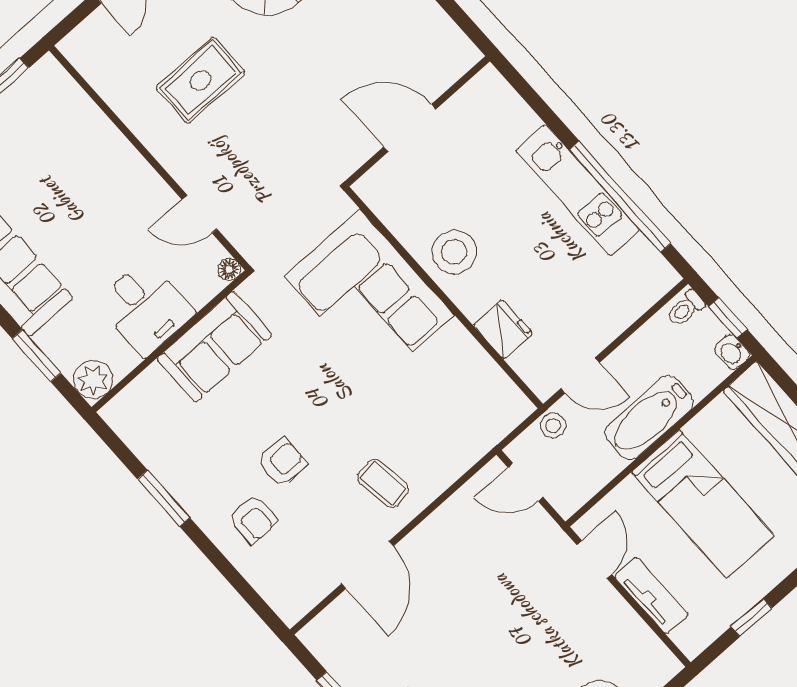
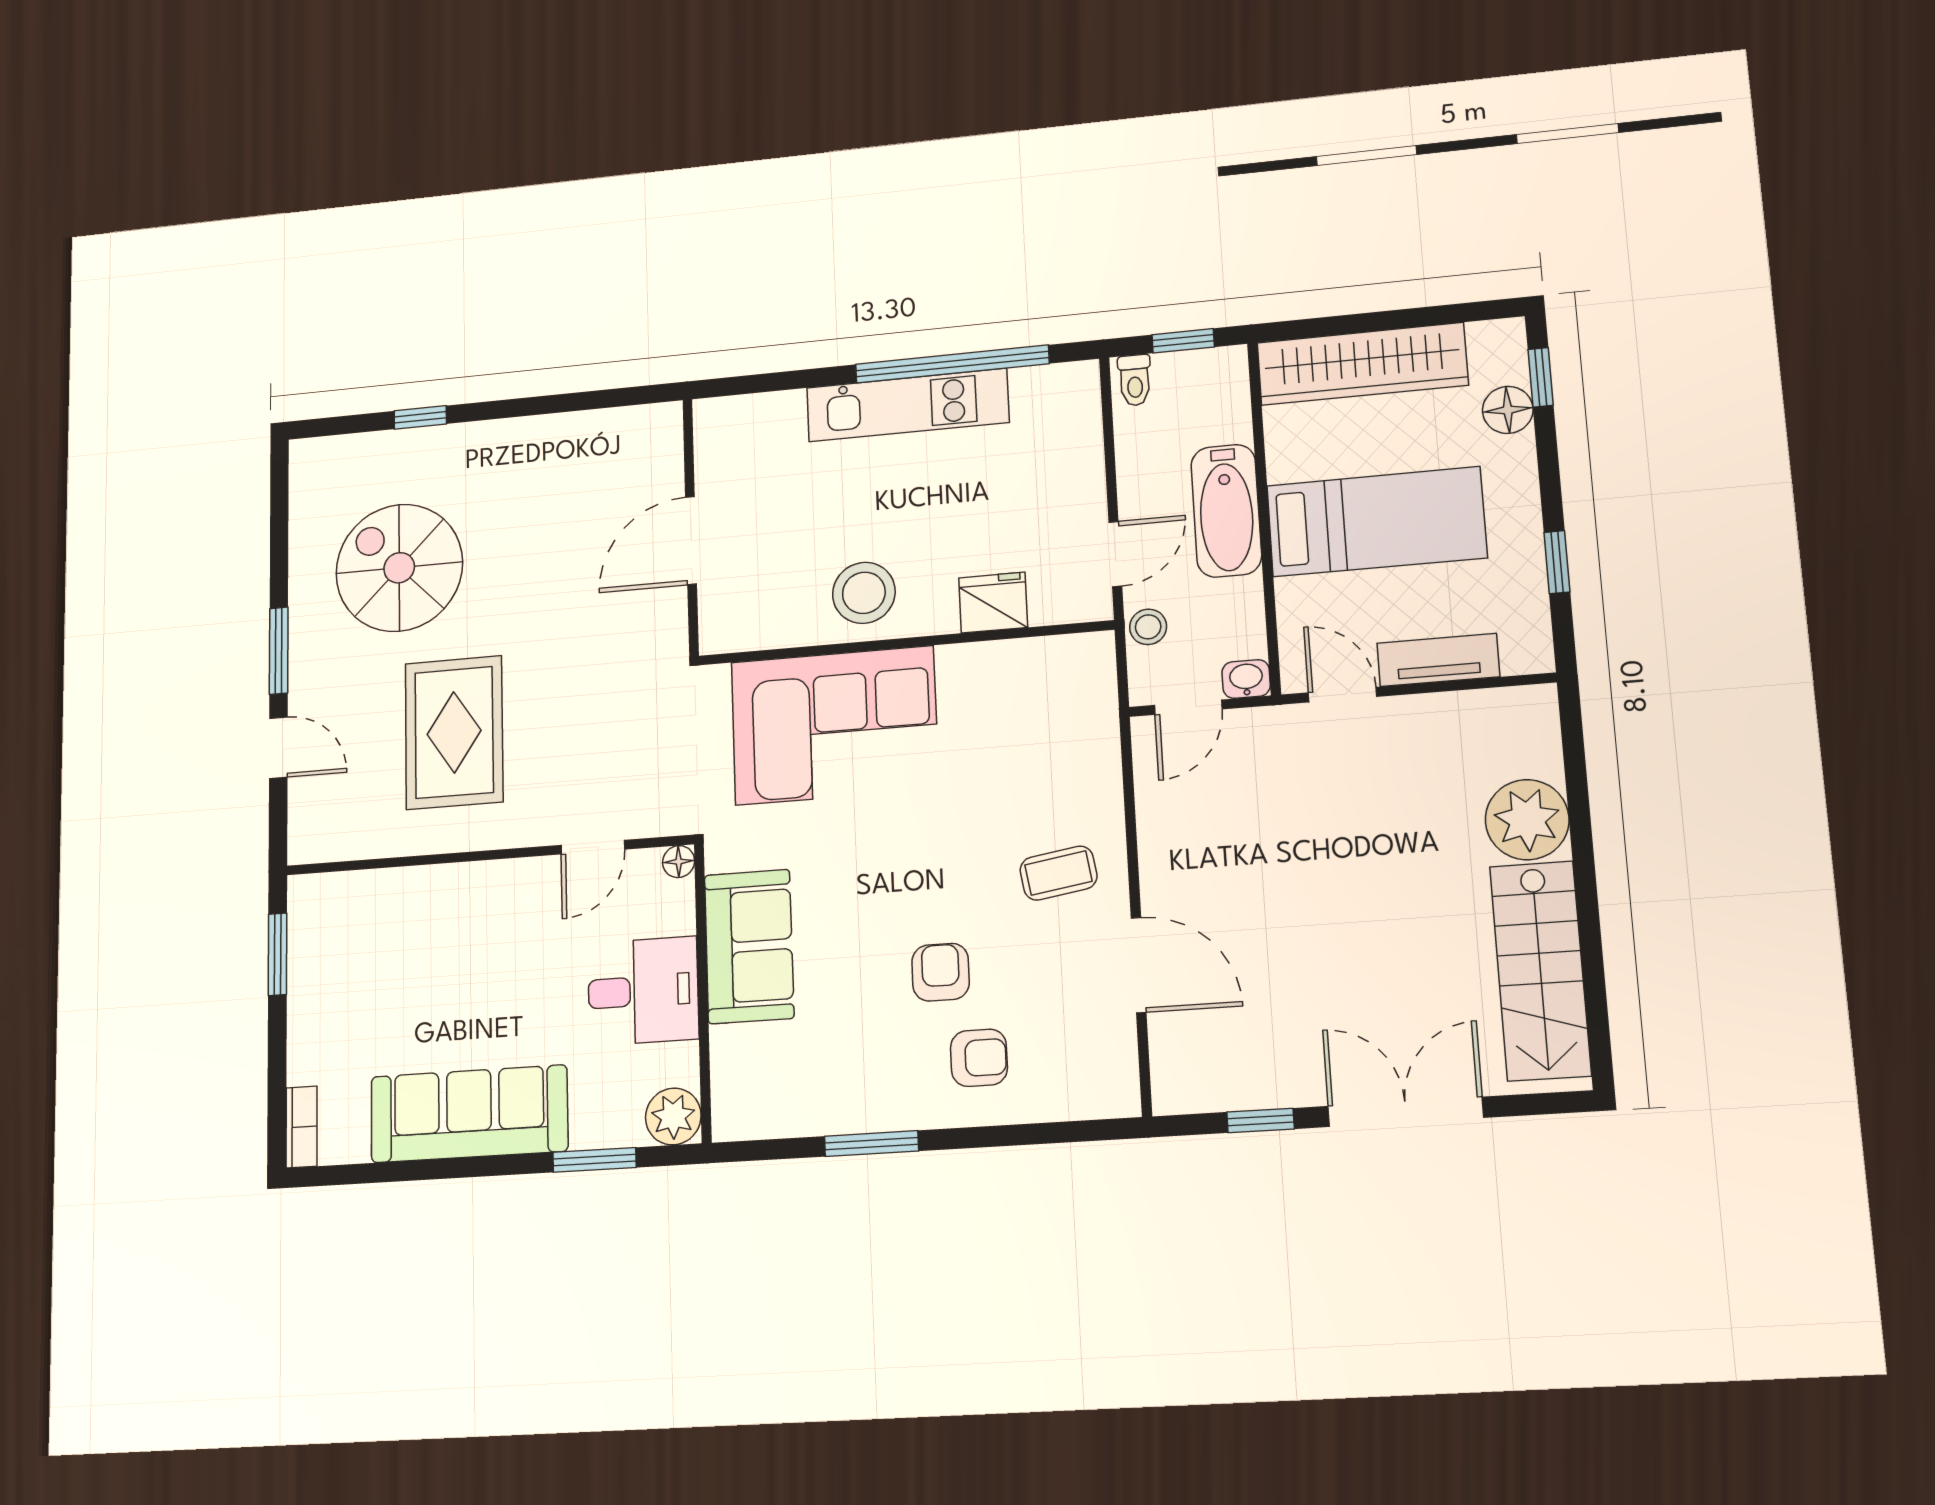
rug: (201, 80) -> (454, 732), width x1.36, depth x1.43
washbasin: (732, 352) -> (1246, 679), moved, turned 180

